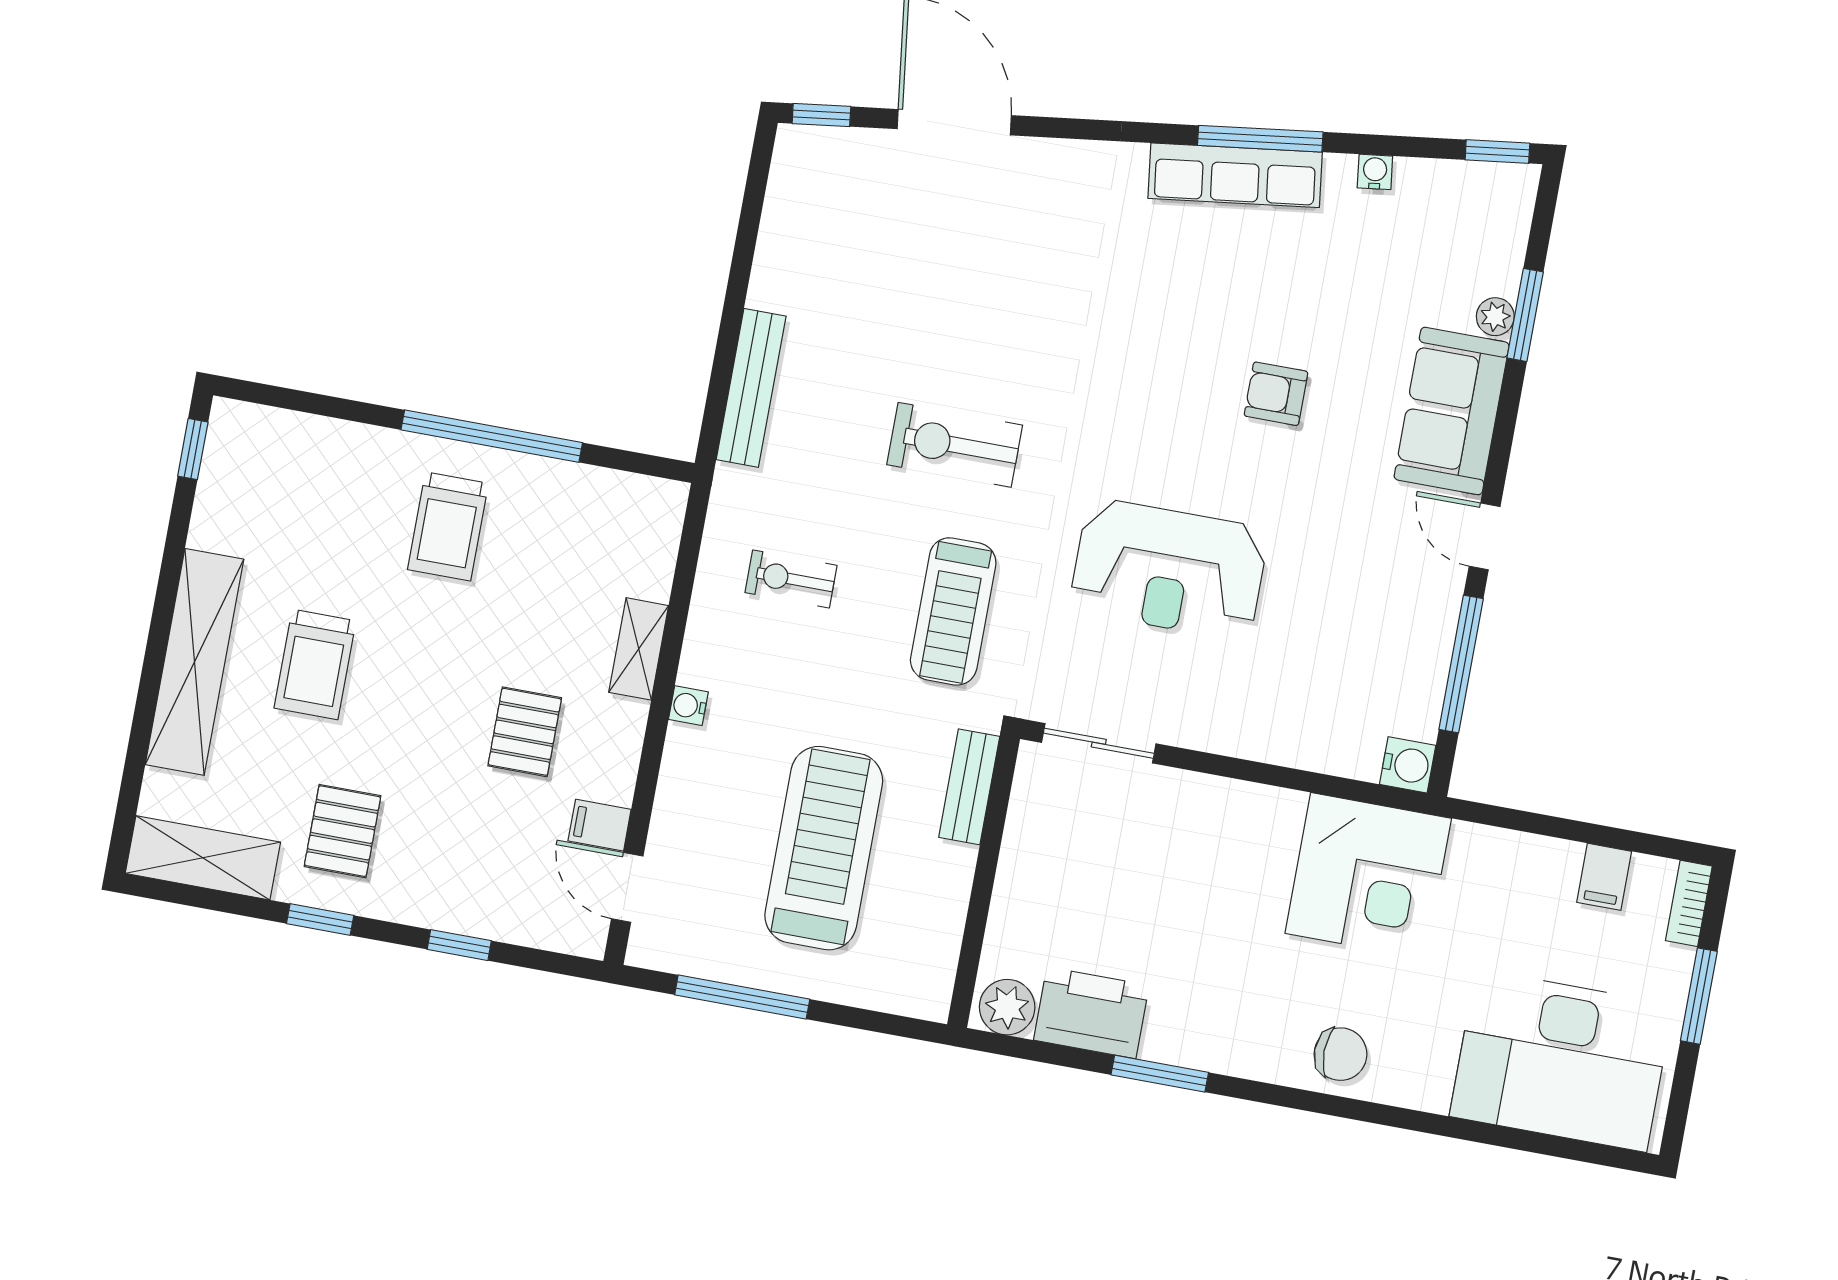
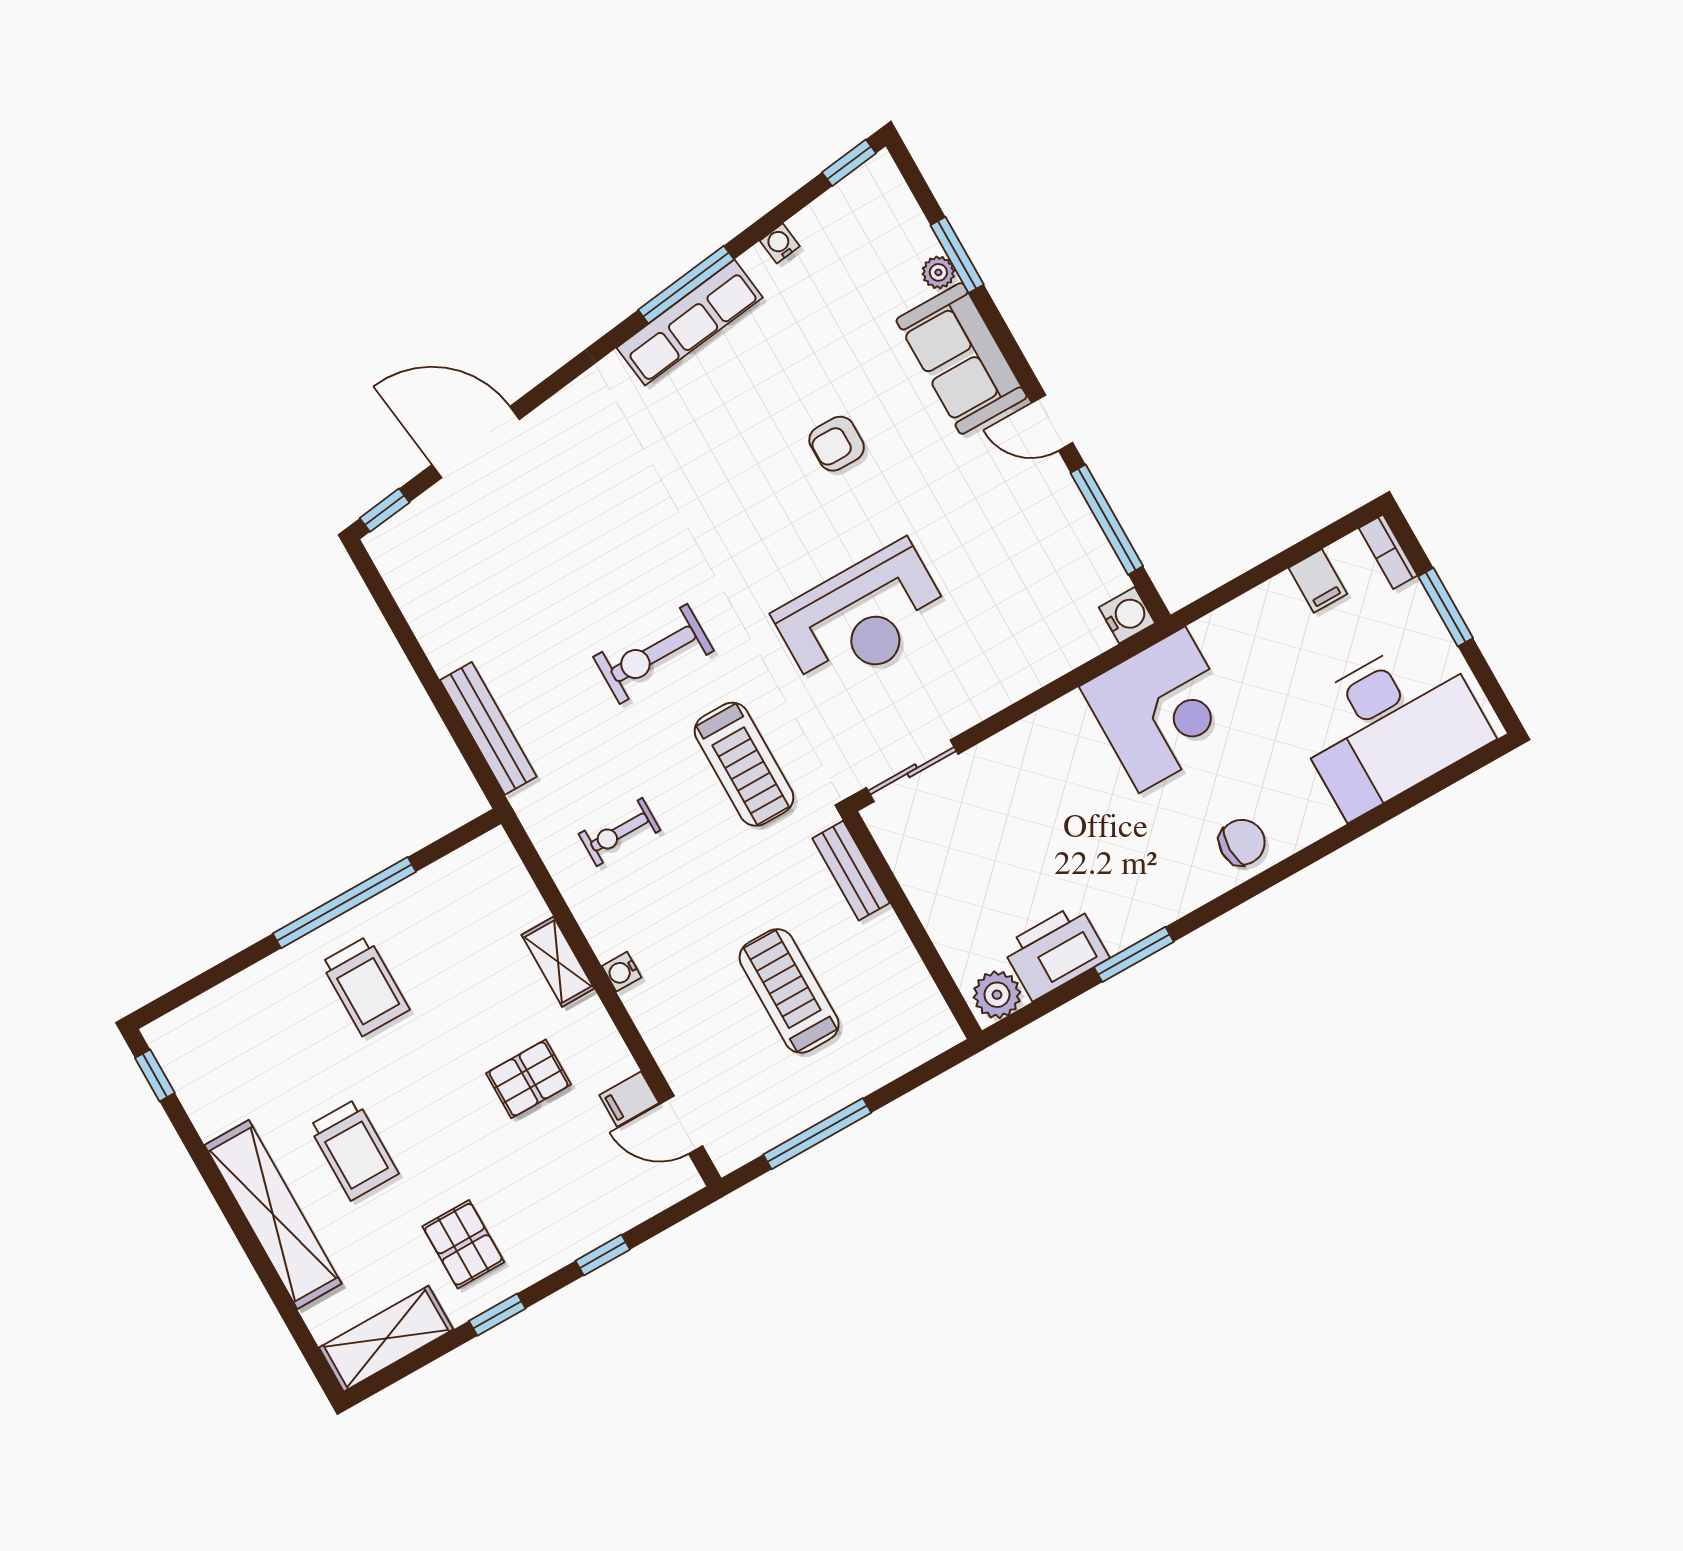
pallet: (525, 732) -> (529, 1079), turned 90
treadmill: (824, 848) -> (789, 991), width x0.73, depth x0.73

